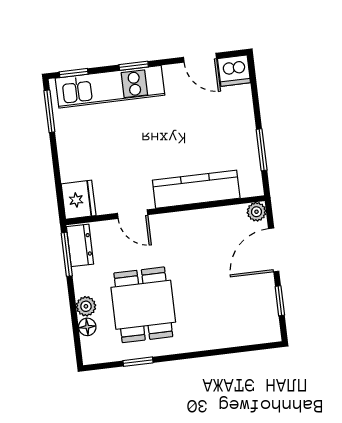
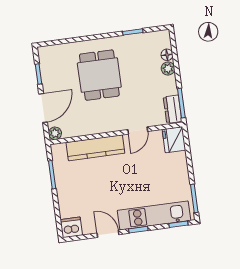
door: (200, 58) -> (108, 234), moved
door: (133, 214) -> (138, 131), swing flipped
dining table: (143, 305) -> (99, 75), moved

